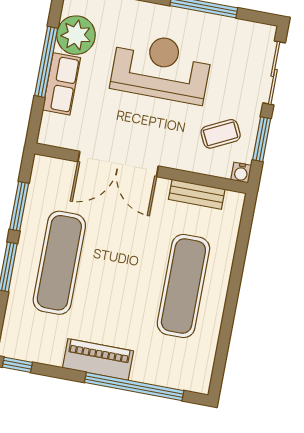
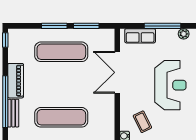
plant: (76, 35) -> (184, 34), width x0.53, depth x0.53
row of seats: (61, 84) -> (140, 36), moved
bench: (197, 194) -> (13, 113), moved

